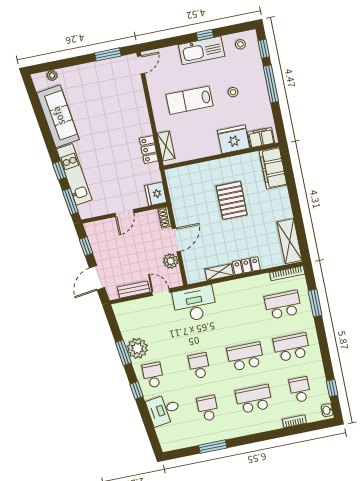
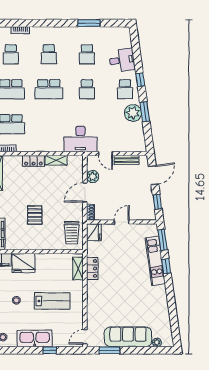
window: (205, 35) -> (50, 350), moved
sofa: (58, 116) -> (128, 337), moved, turned 98
trolley: (183, 188) -> (72, 233), added
pallet: (232, 200) -> (35, 215), width x0.67, depth x0.71
school desk: (254, 399) -> (49, 54), width x0.54

